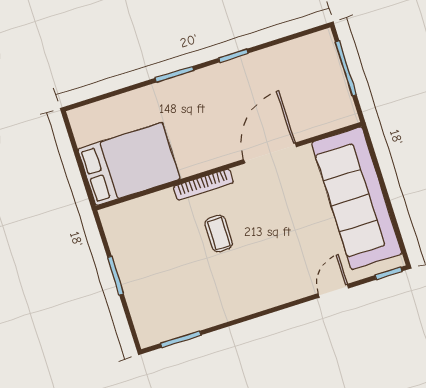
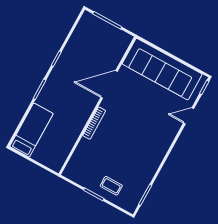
door: (270, 153) -> (109, 84), hinge flipped
bed: (129, 164) -> (31, 130), moved, width x0.67
coffee table: (219, 233) -> (111, 186), moved
door: (333, 291) -> (189, 116), hinge flipped

